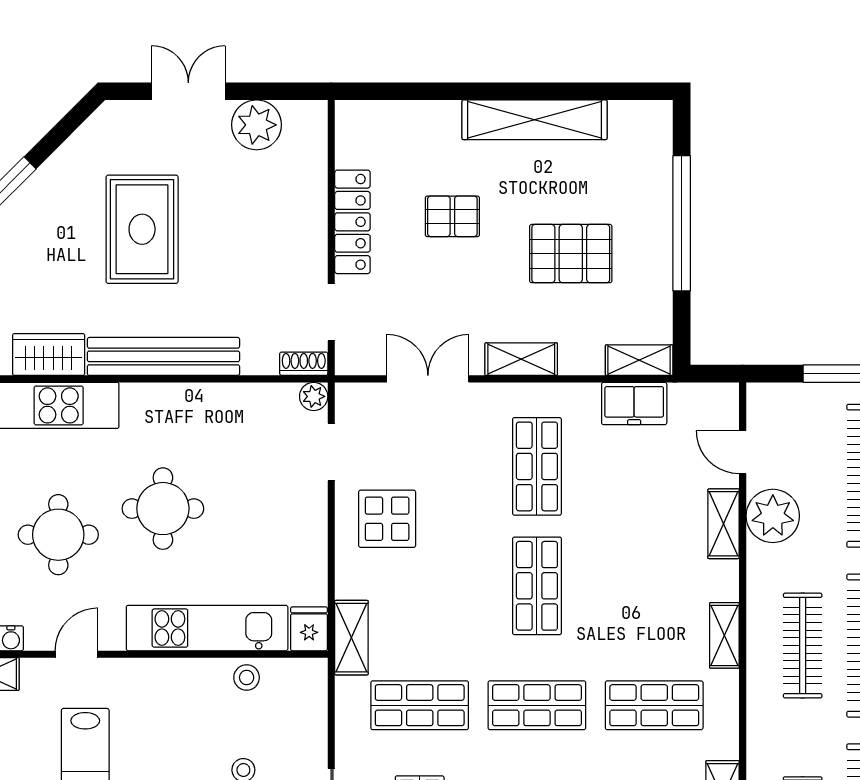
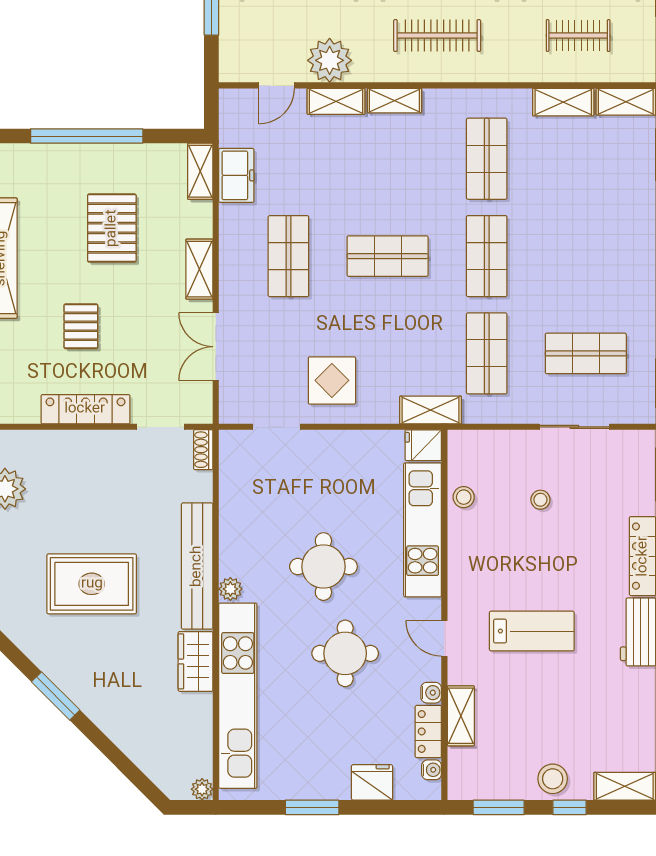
plant: (314, 396) -> (230, 589), moved
shop shelf: (537, 466) -> (288, 256), turned 90
shelving: (724, 635) -> (394, 101), moved

